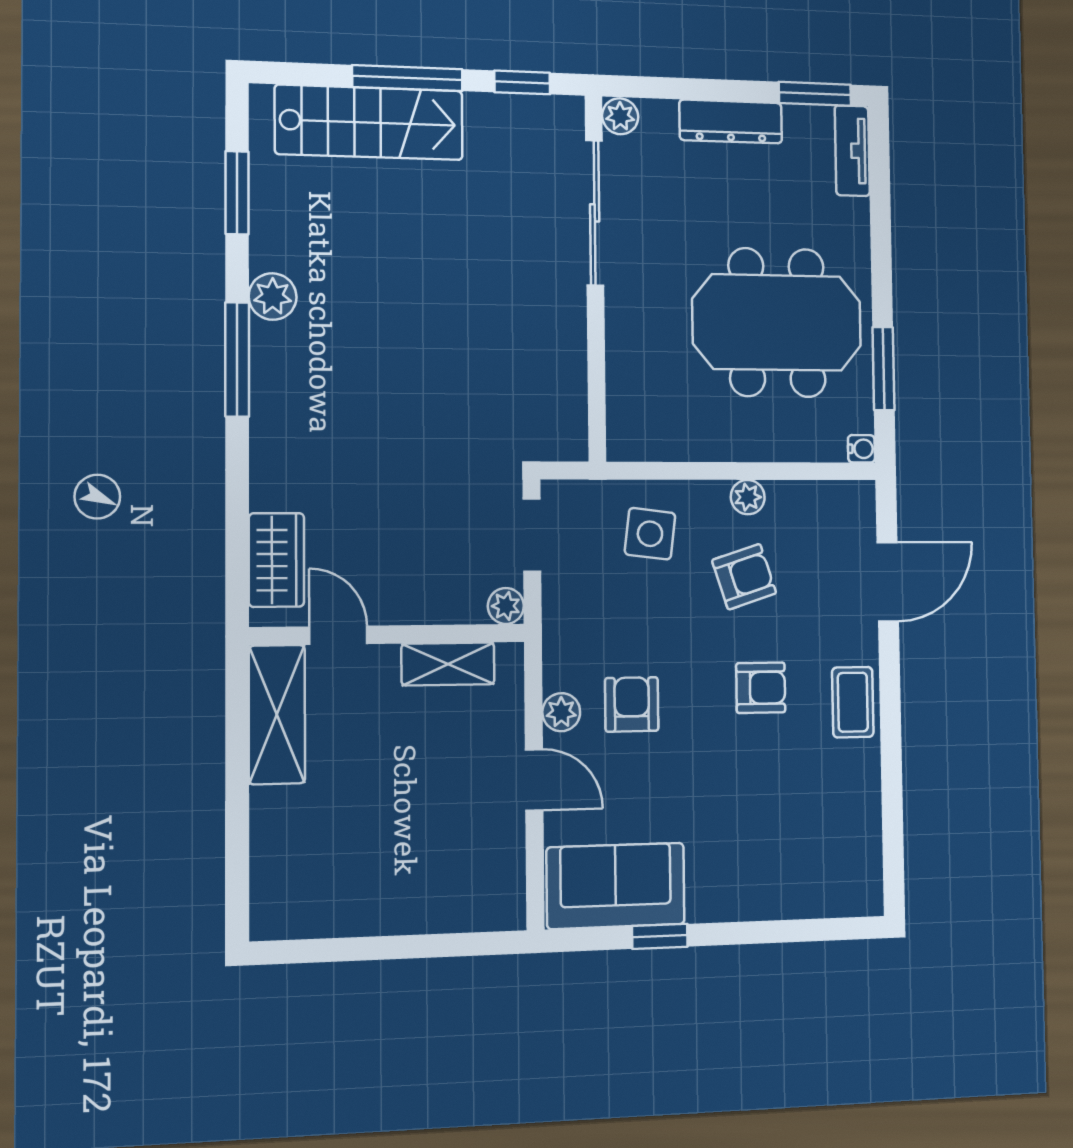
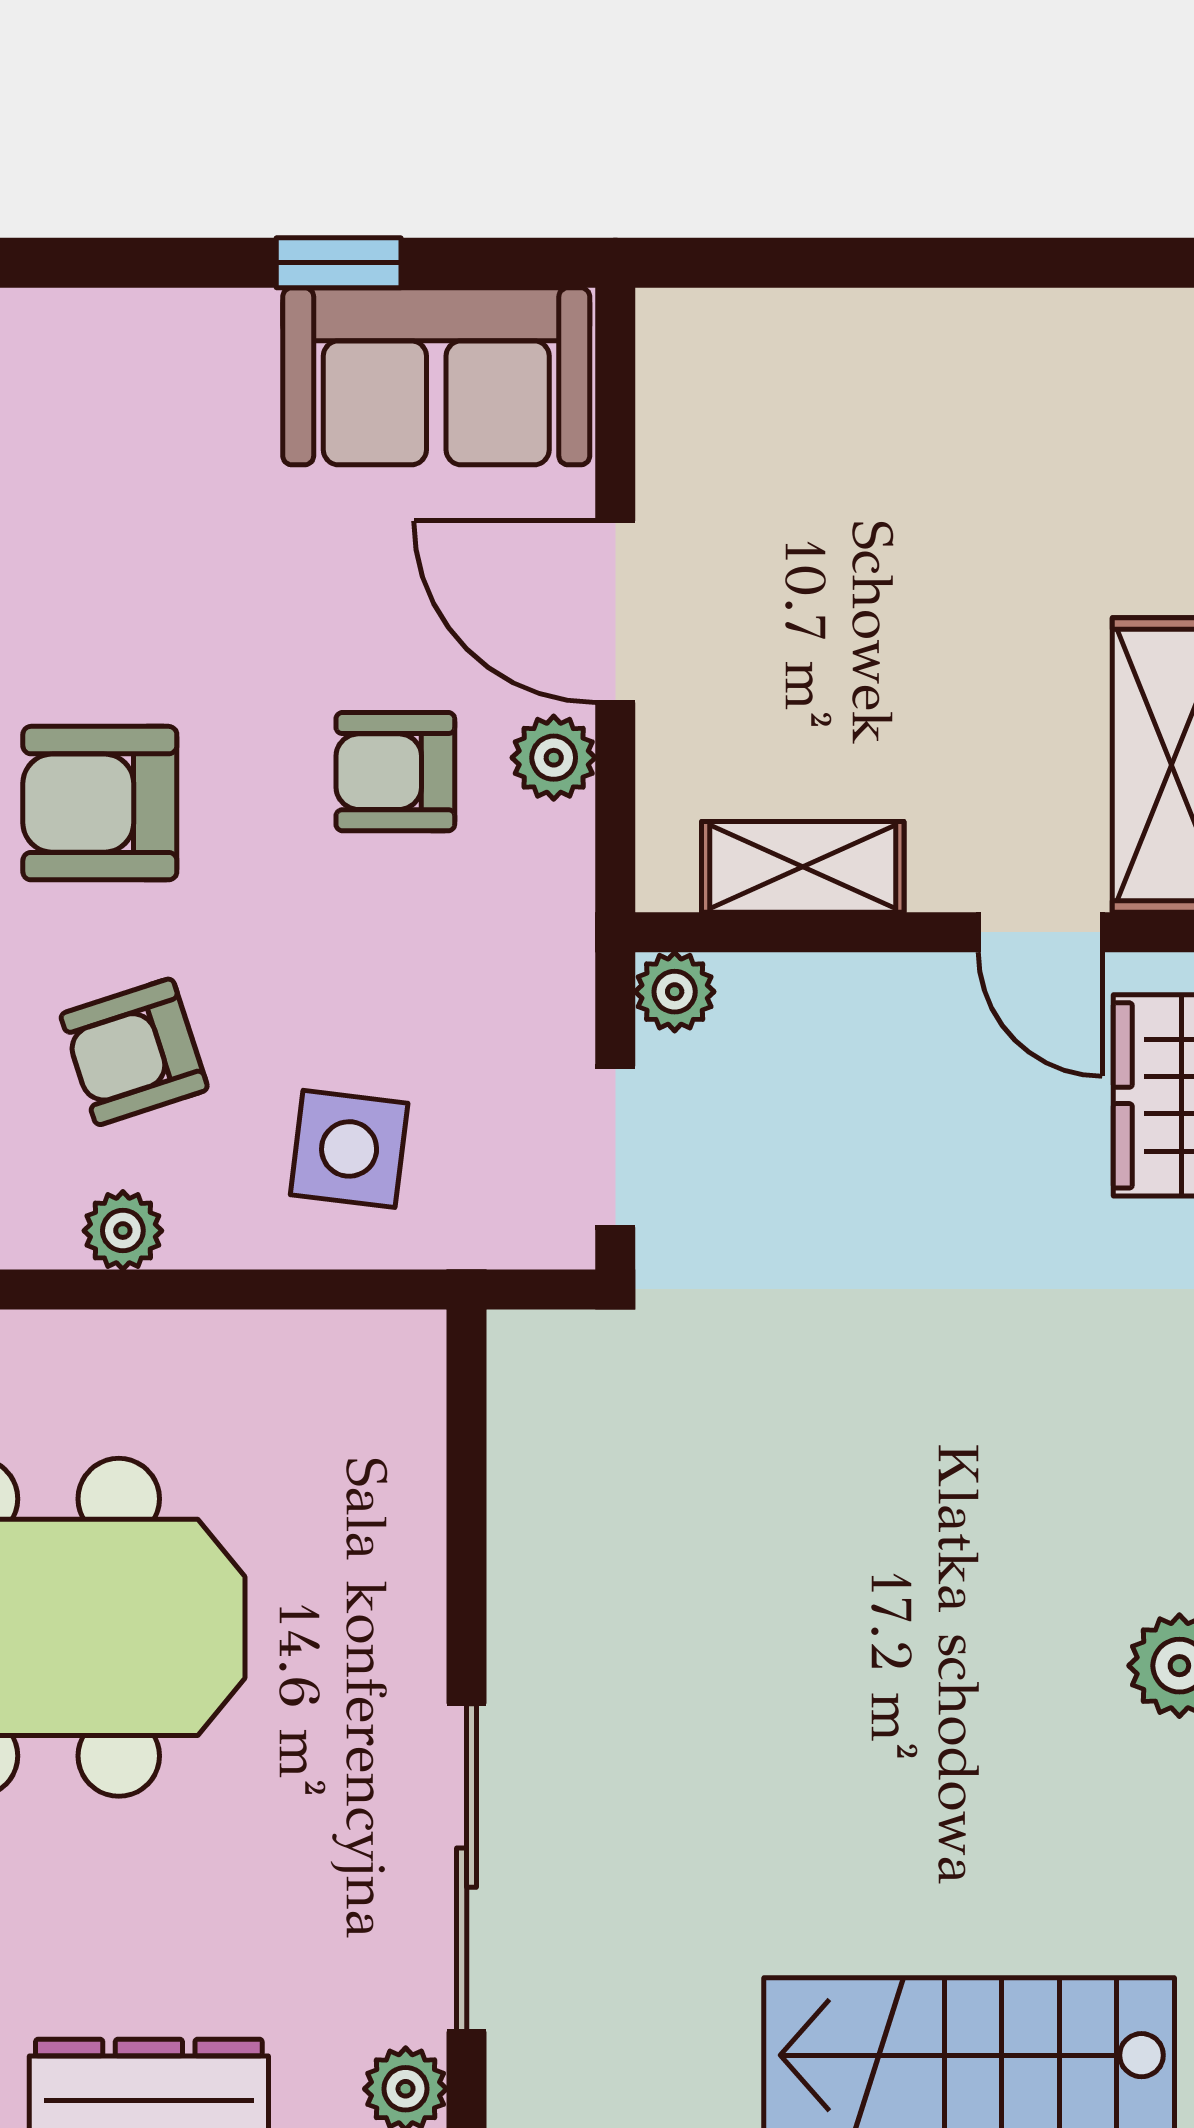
armchair: (761, 688) -> (100, 803), width x1.38, depth x1.38
armchair: (632, 704) -> (395, 772), turned 90
door: (534, 780) -> (615, 612), width x1.38

